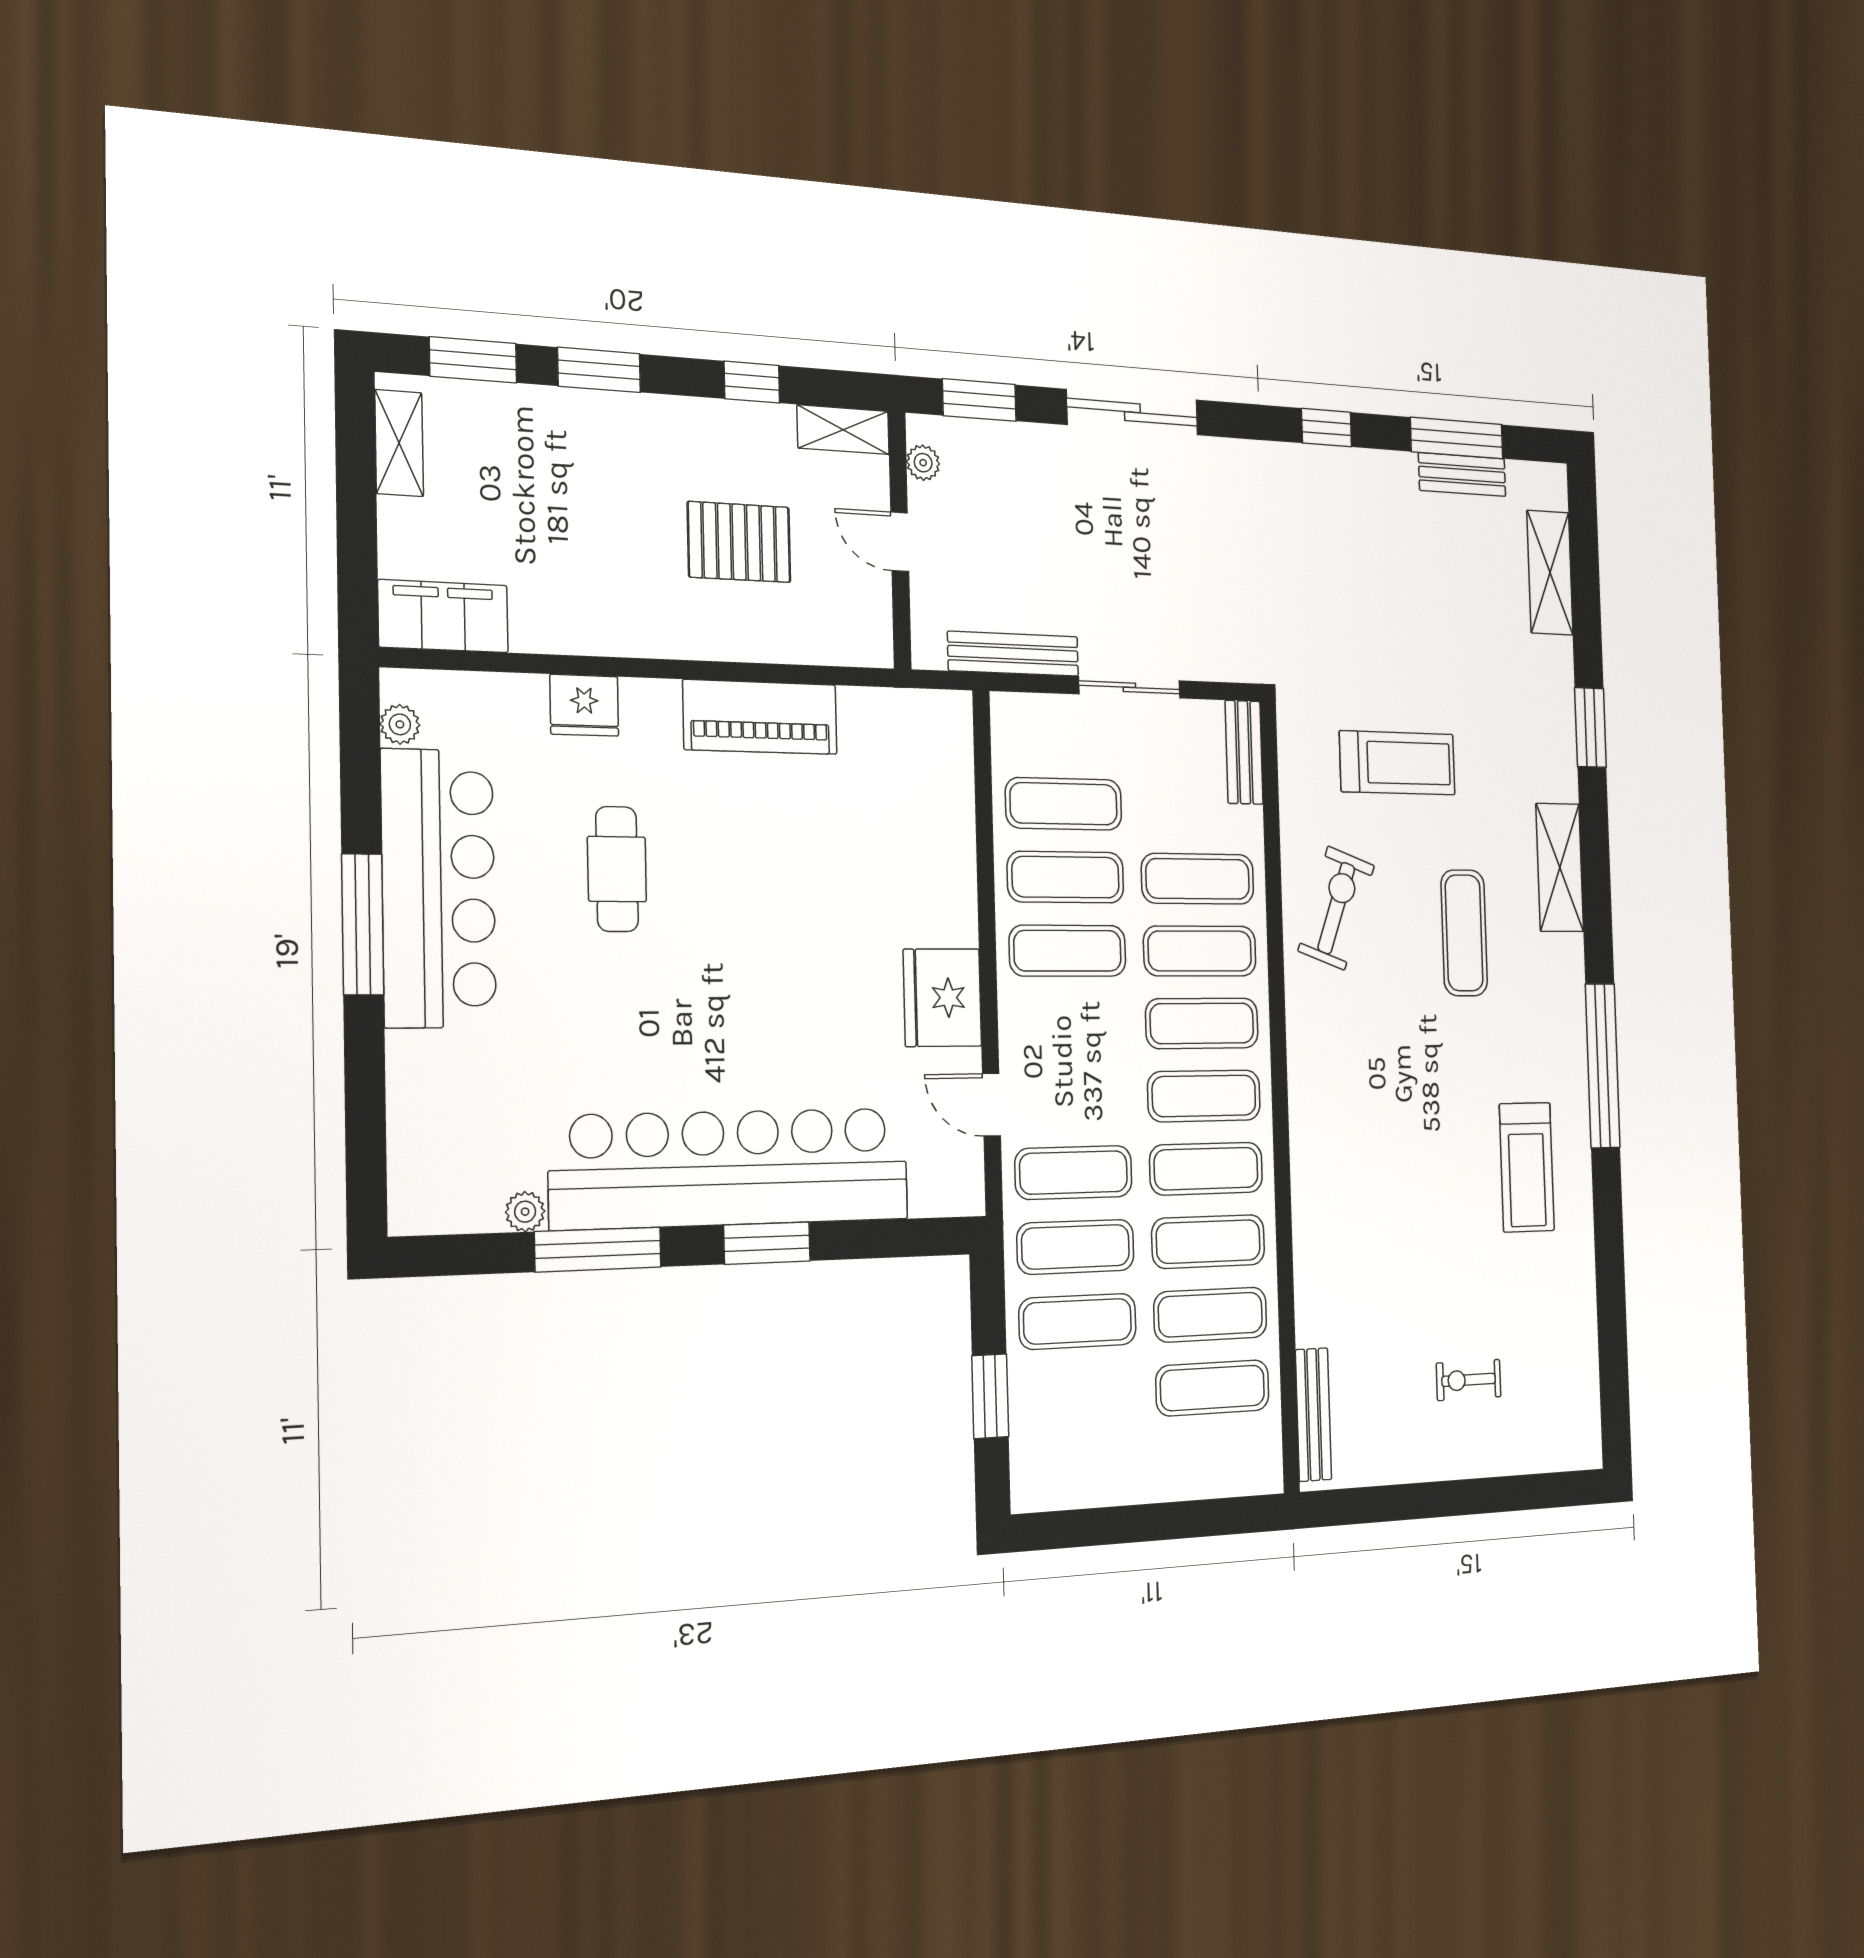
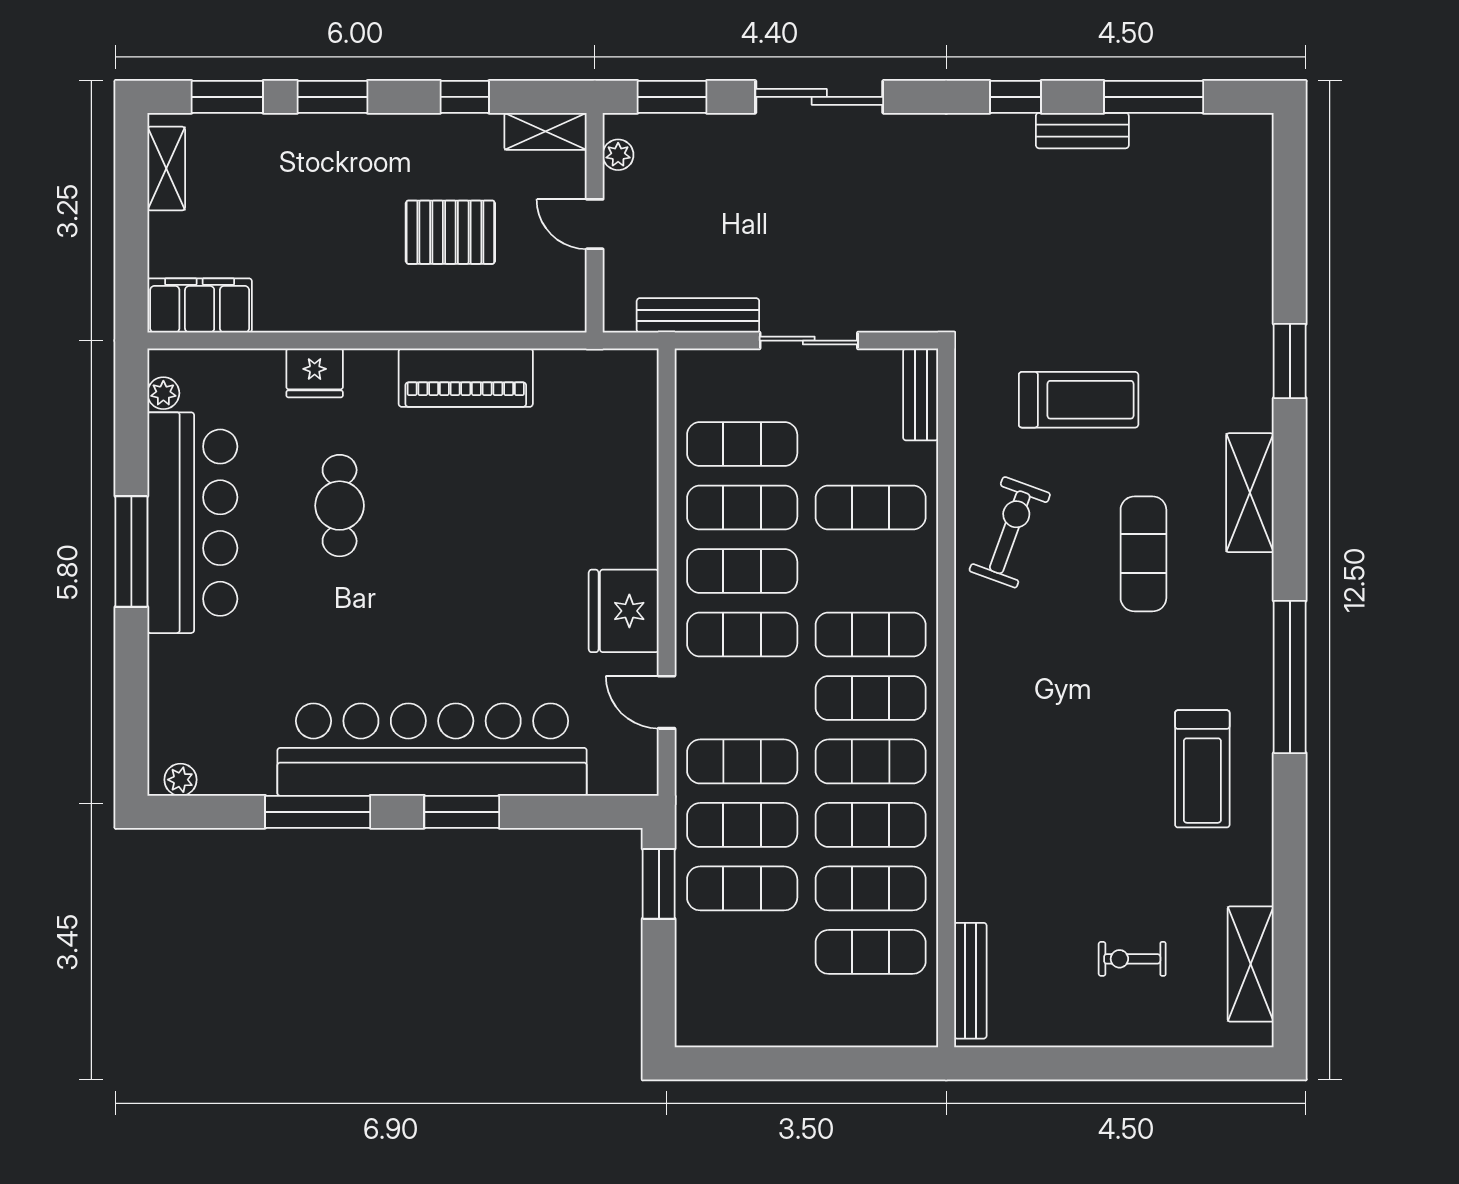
bench: (1462, 474) -> (1082, 131), moved
shelving: (1550, 573) -> (1251, 964), moved
exercise mat: (1200, 951) -> (742, 634), moved
plant: (525, 1212) -> (180, 780), moved
window: (990, 1396) -> (659, 884), moved

